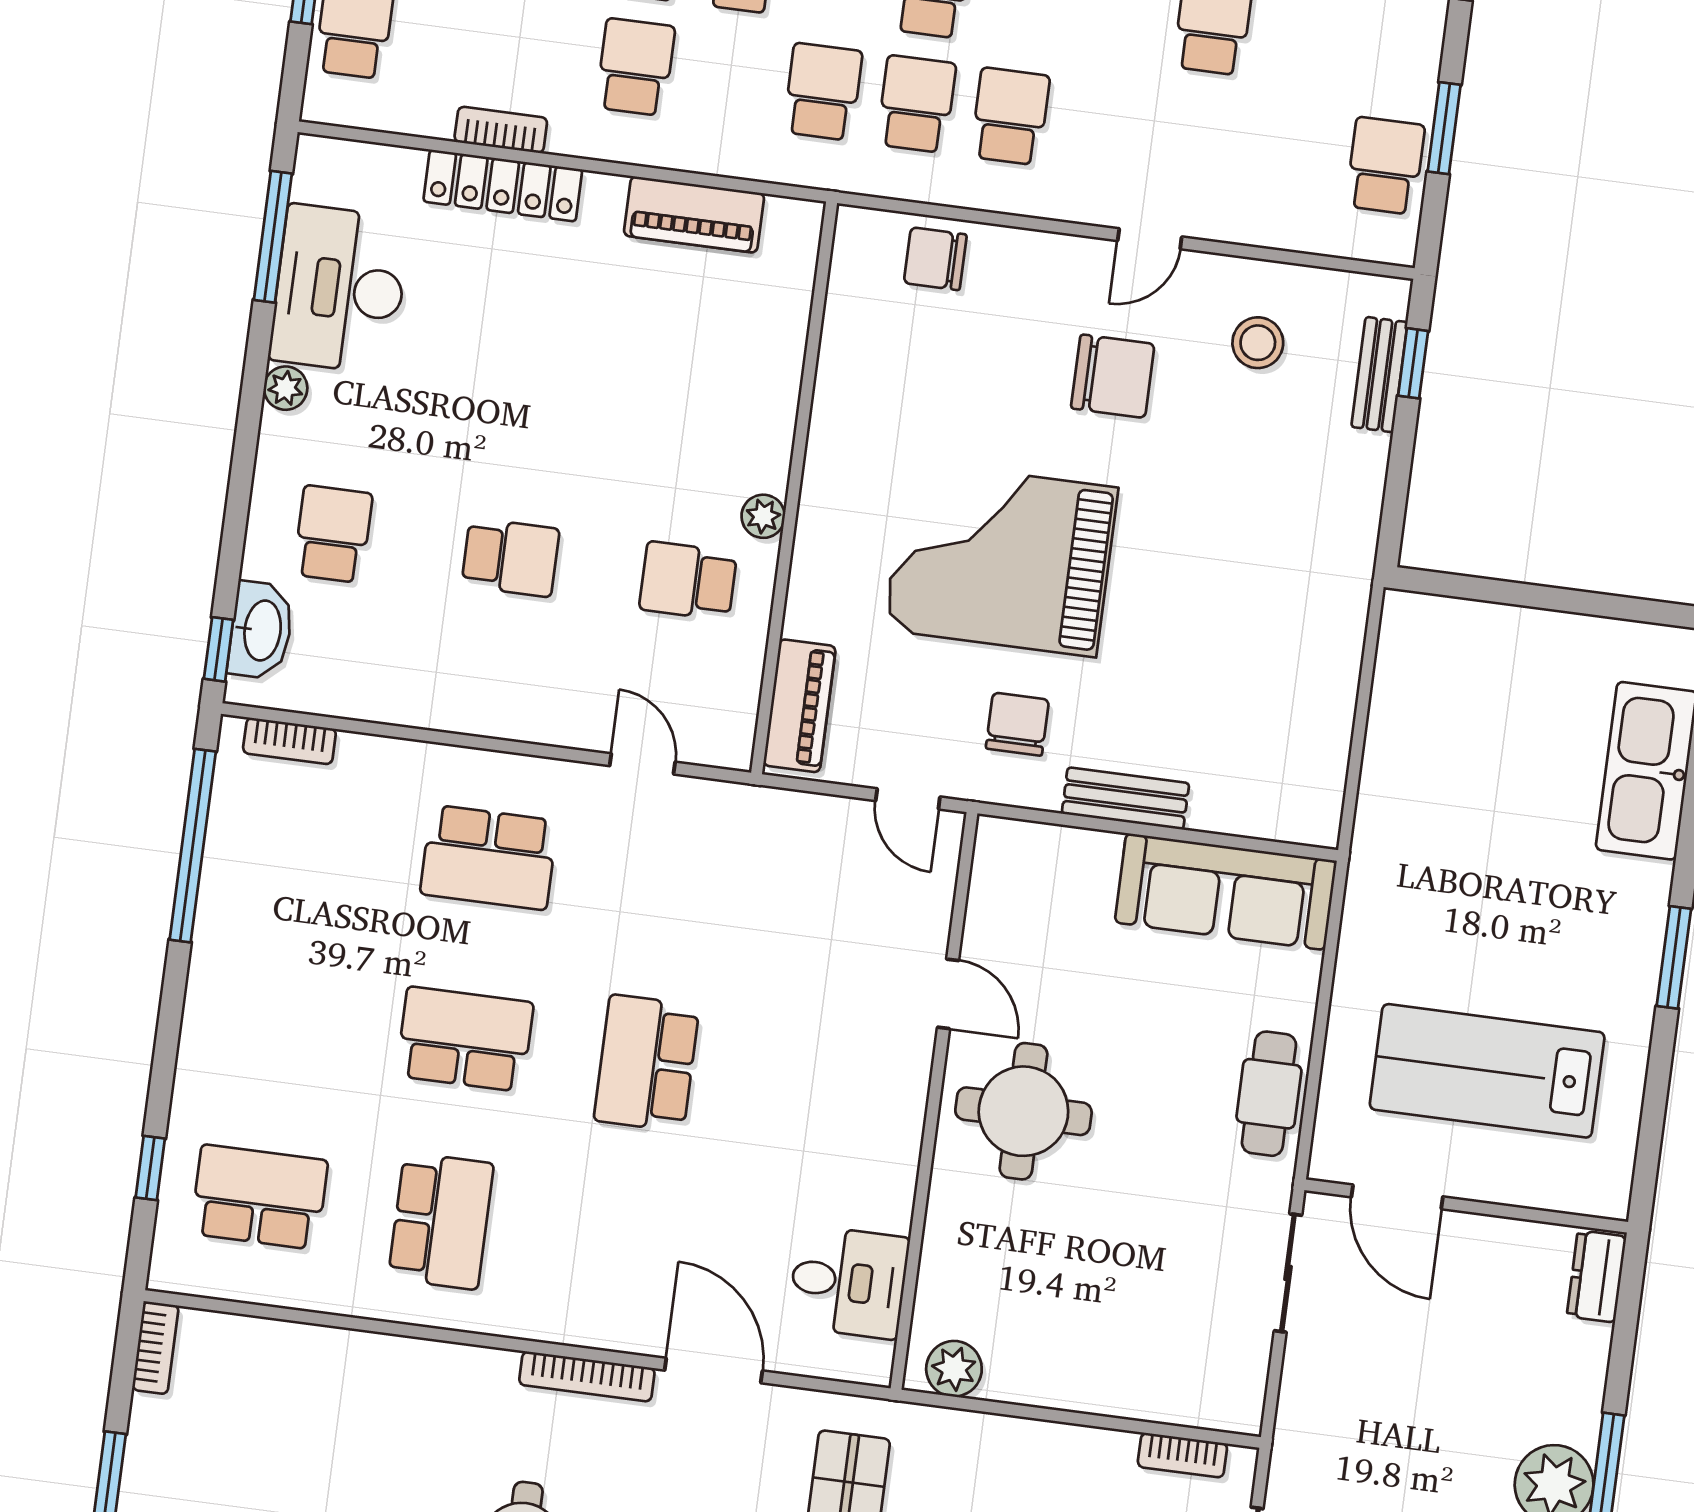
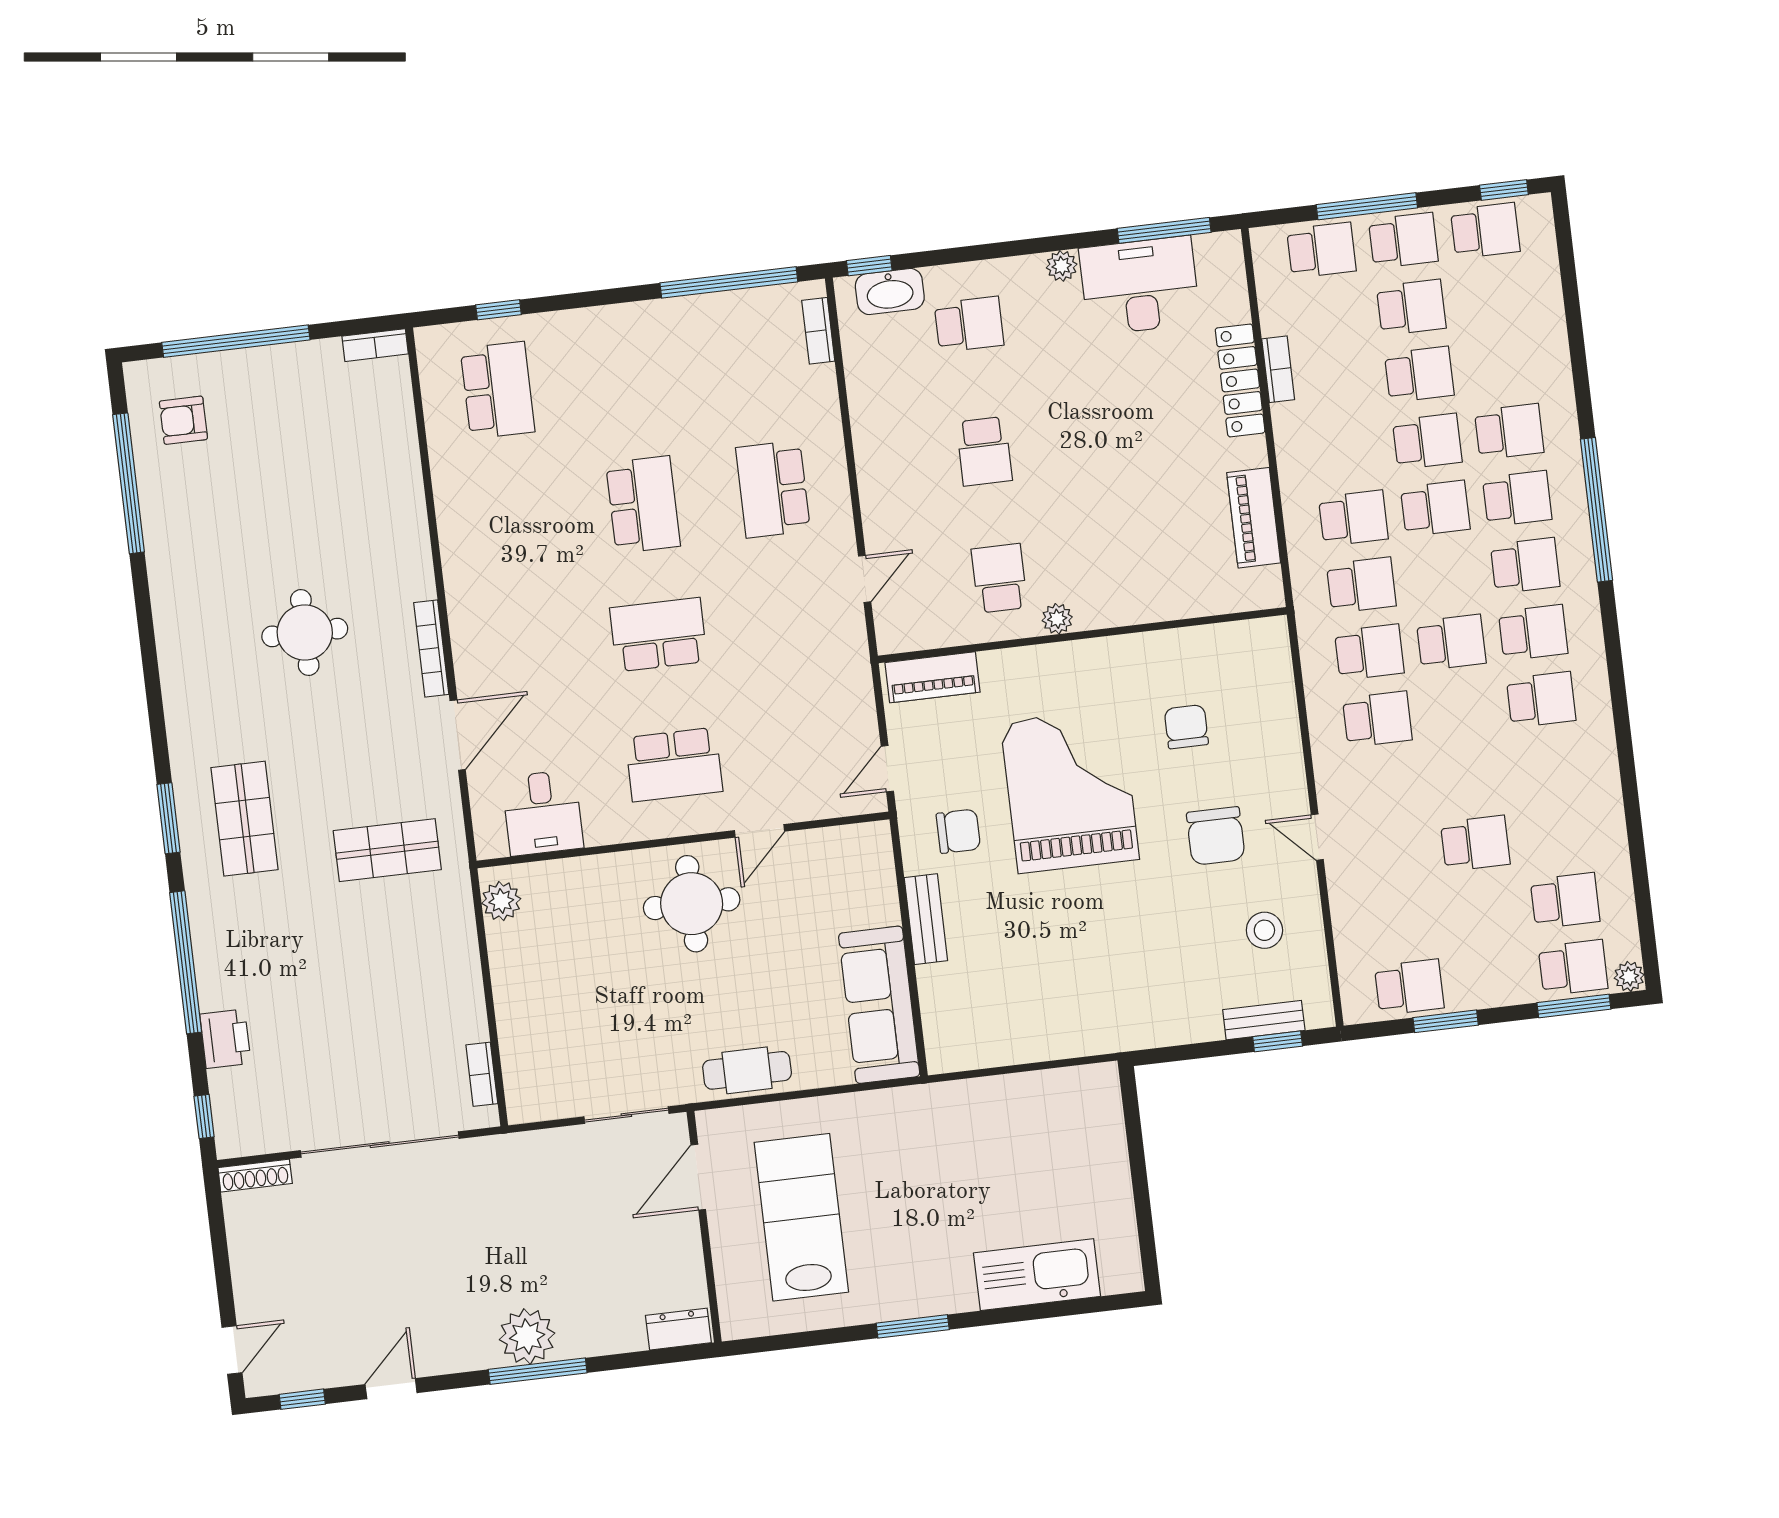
school desk: (635, 67) -> (1353, 518), moved
chair: (935, 259) -> (1186, 727), moved
school desk: (441, 1221) -> (674, 765), moved

